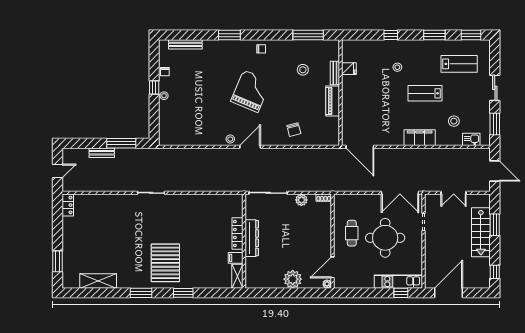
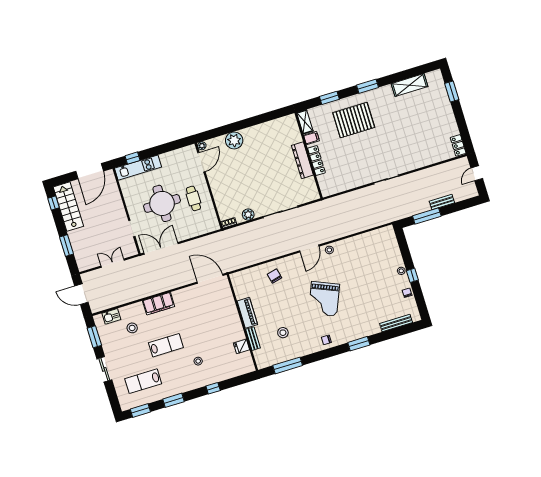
stairs: (481, 232) -> (68, 207), moved
locker: (237, 233) -> (316, 161), moved
dresser: (252, 238) -> (302, 160), moved
wall: (244, 241) -> (309, 155), moved
filing cabinet: (236, 258) -> (311, 138), moved
pallet: (165, 263) -> (354, 120), turned 90
shelving: (237, 276) -> (305, 122), moved

